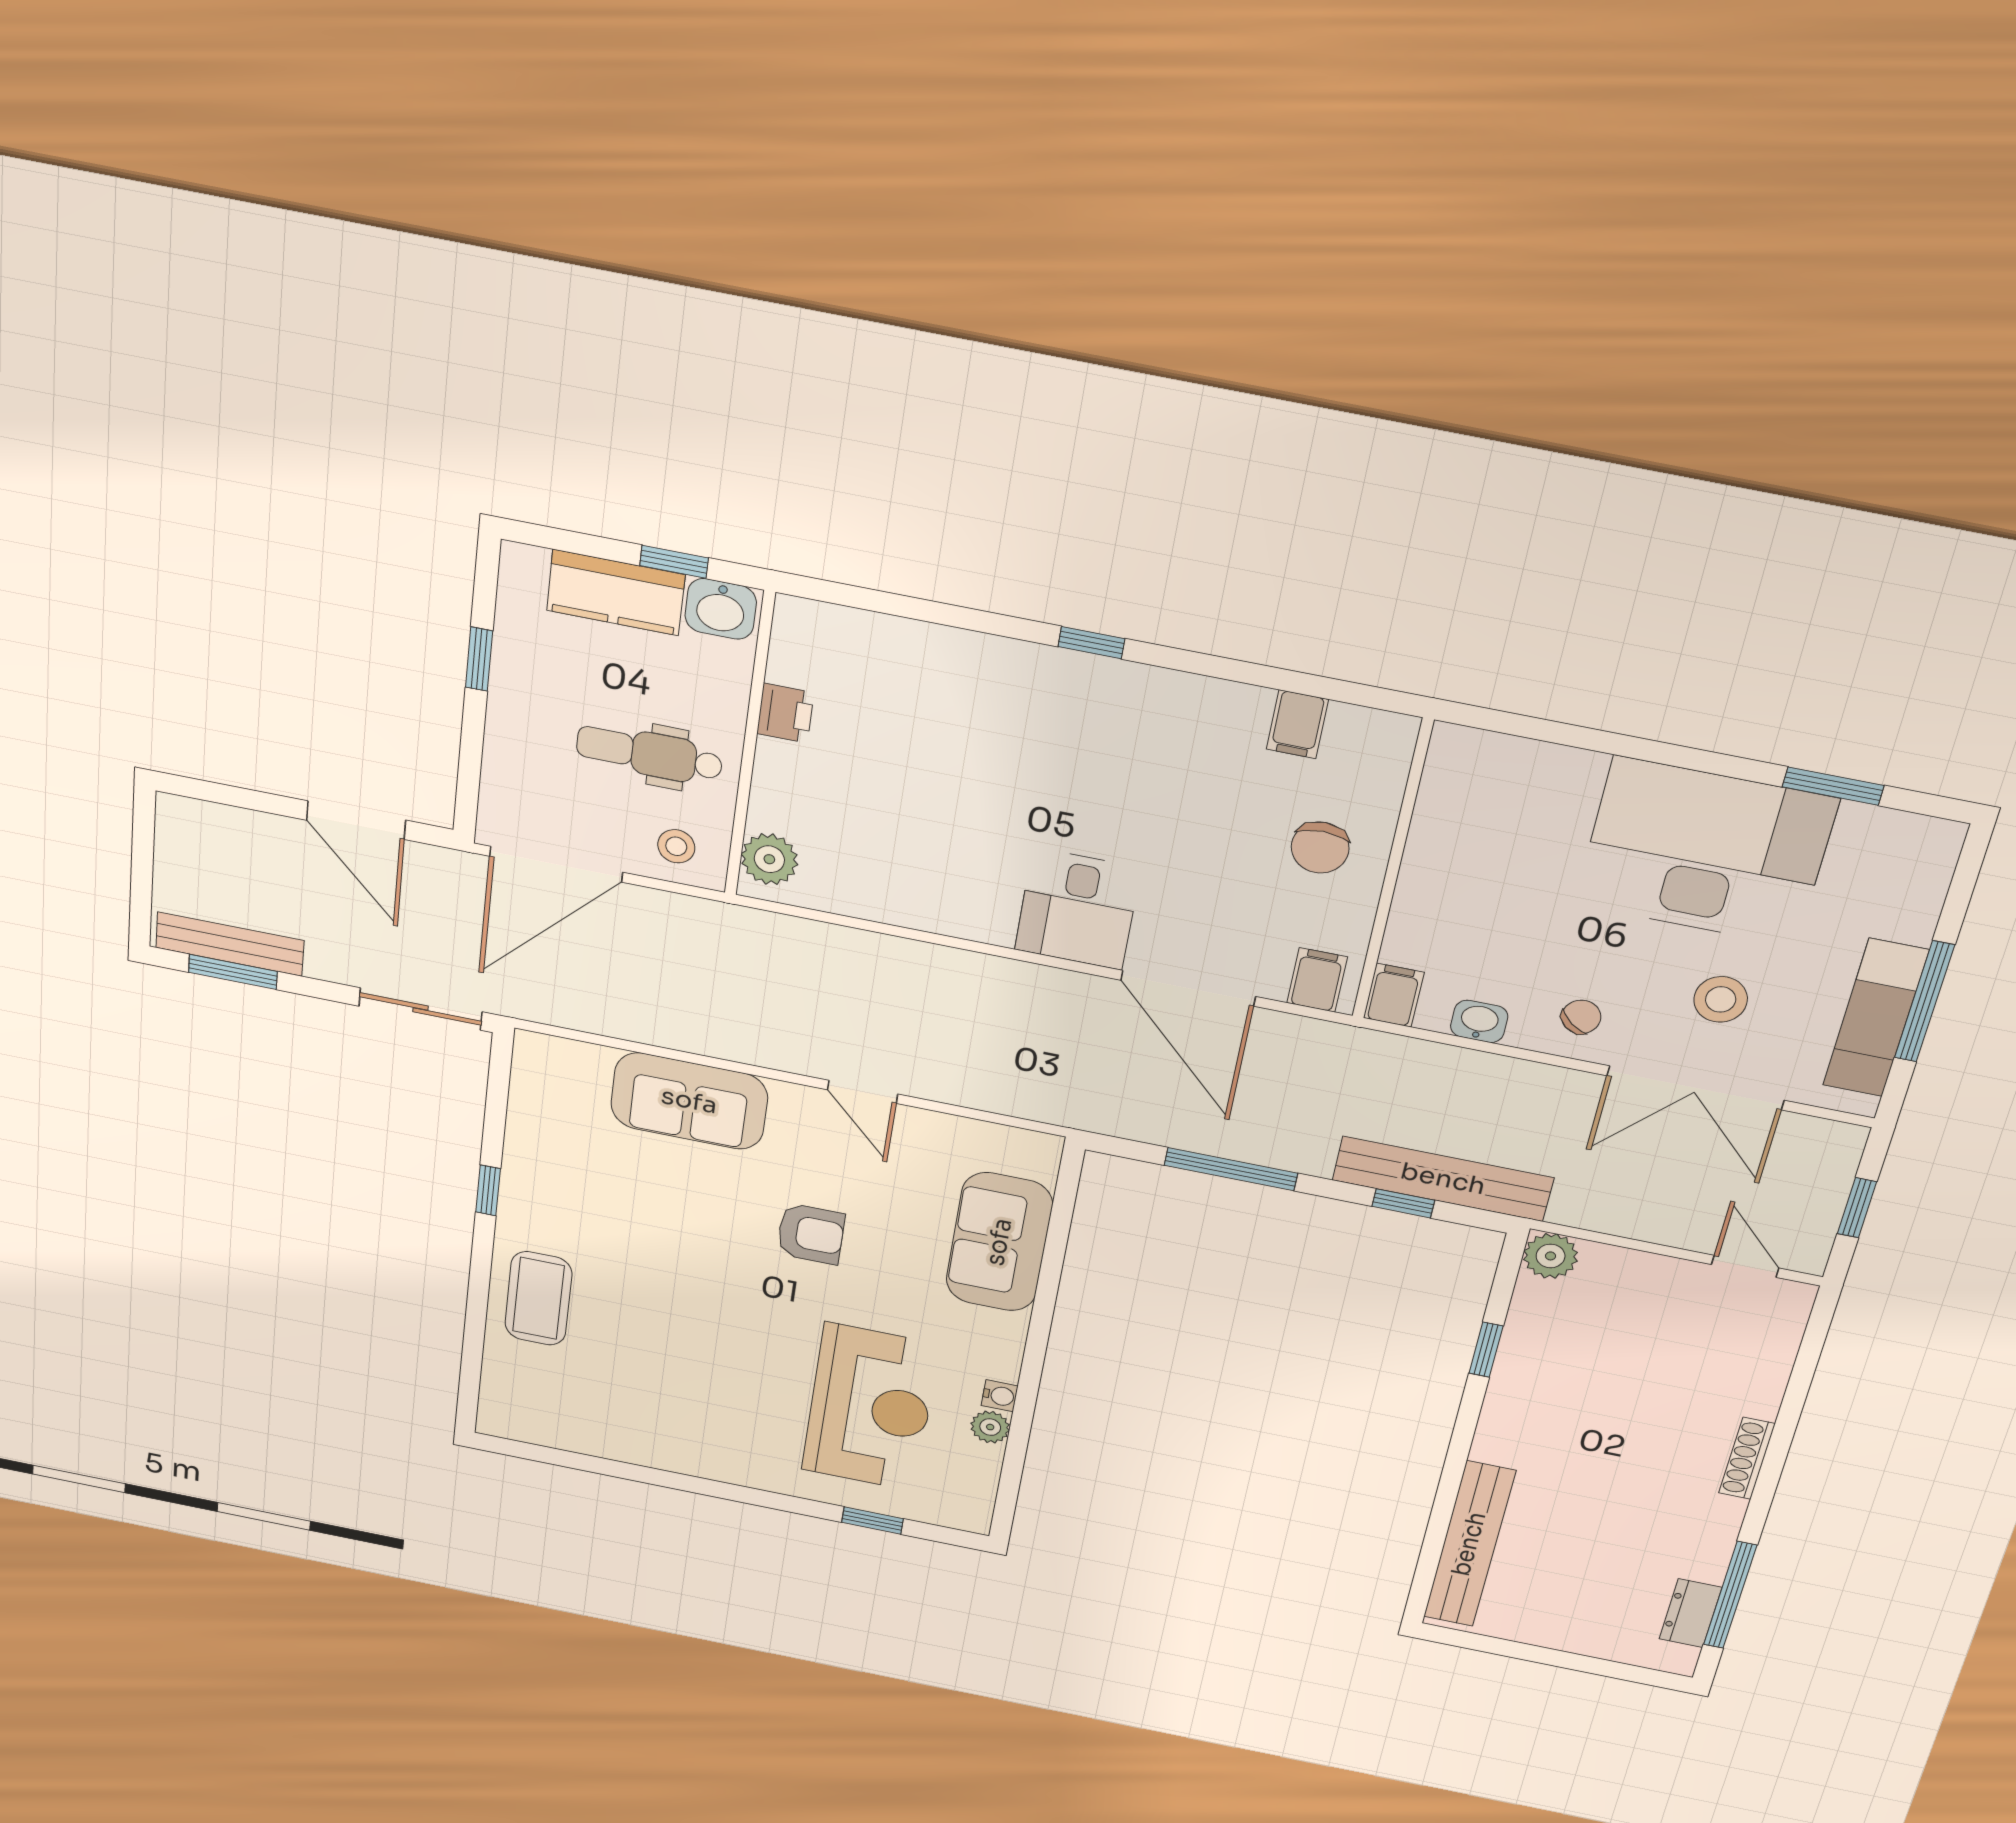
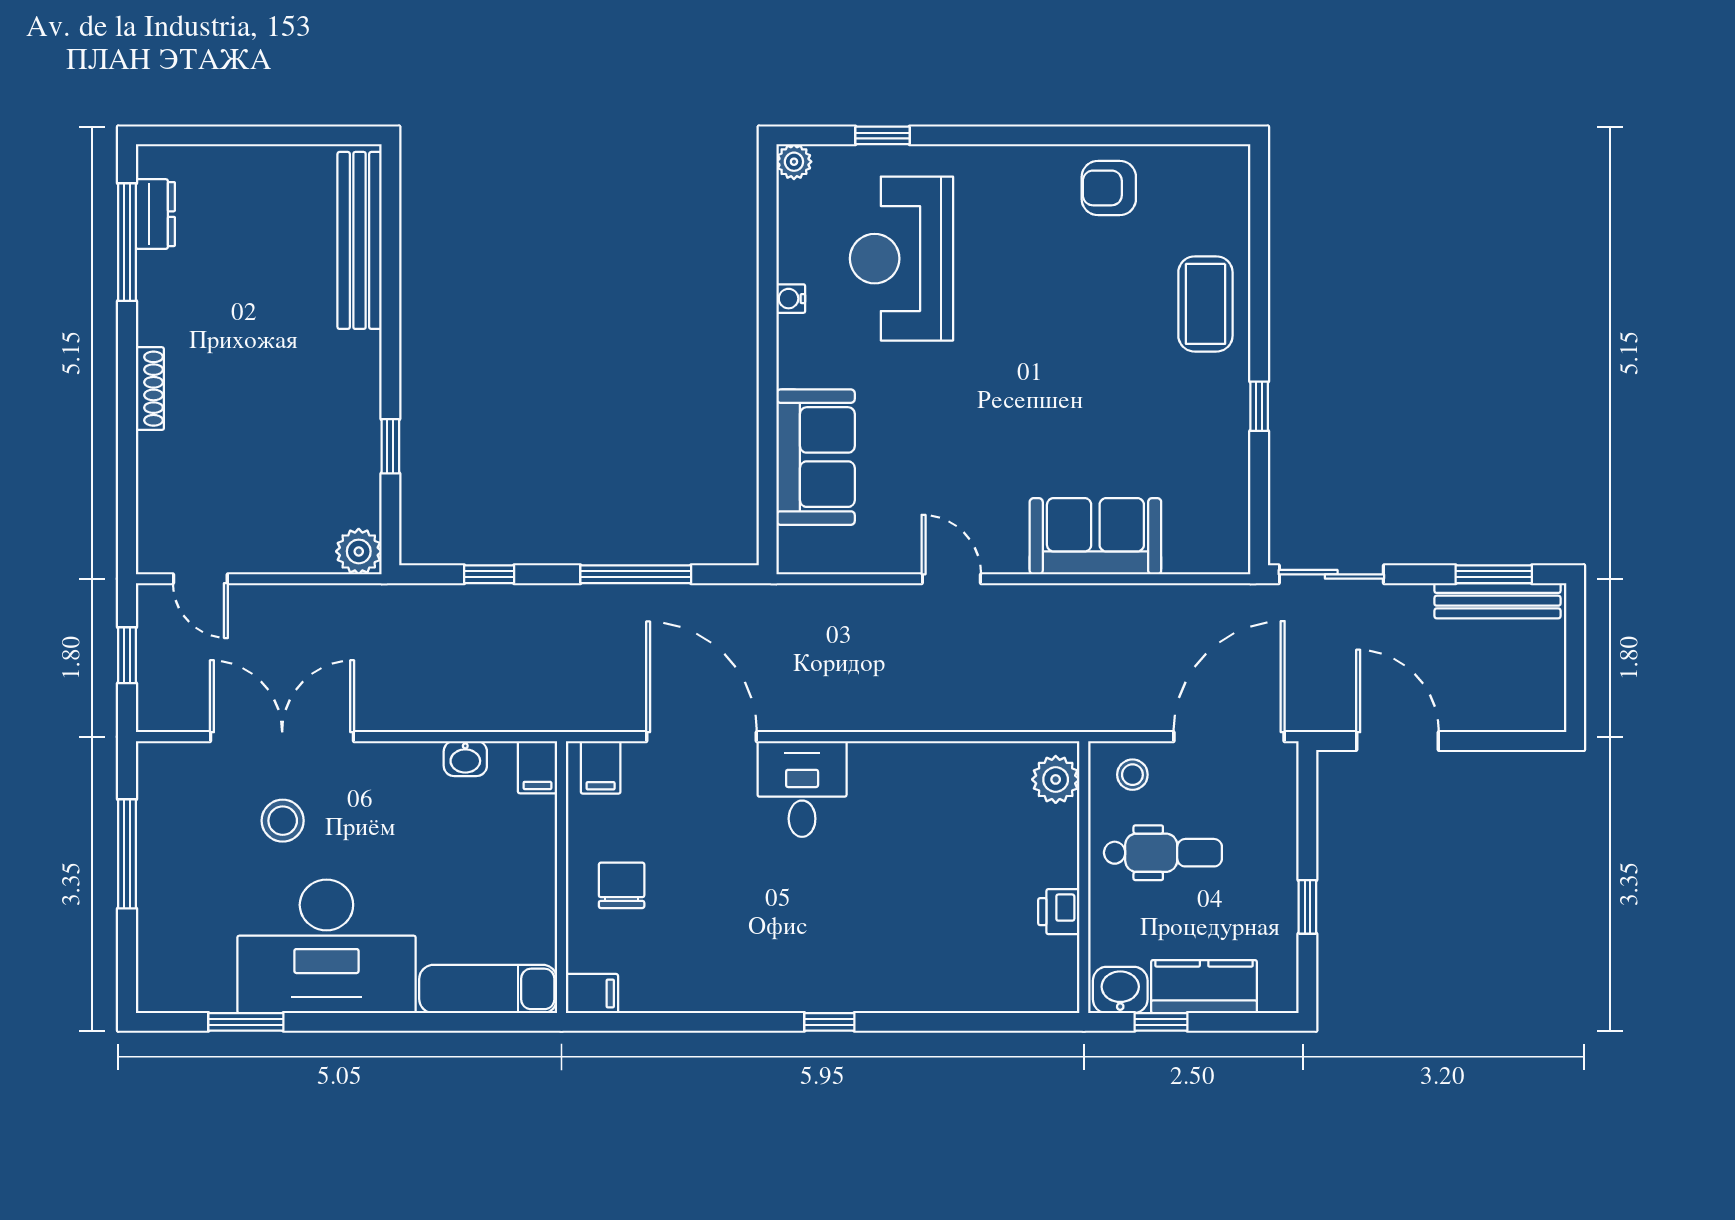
filing cabinet: (1297, 724) -> (592, 993), moved, turned 90
chair: (1581, 1017) -> (387, 781), removed
exam couch: (1876, 1018) -> (488, 989), moved, turned -90
bench: (1443, 1179) -> (462, 605), removed
armchair: (811, 1234) -> (1109, 188), moved
plant: (990, 1427) -> (794, 162), moved

